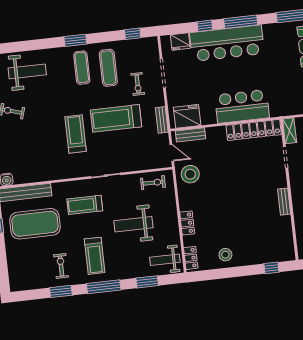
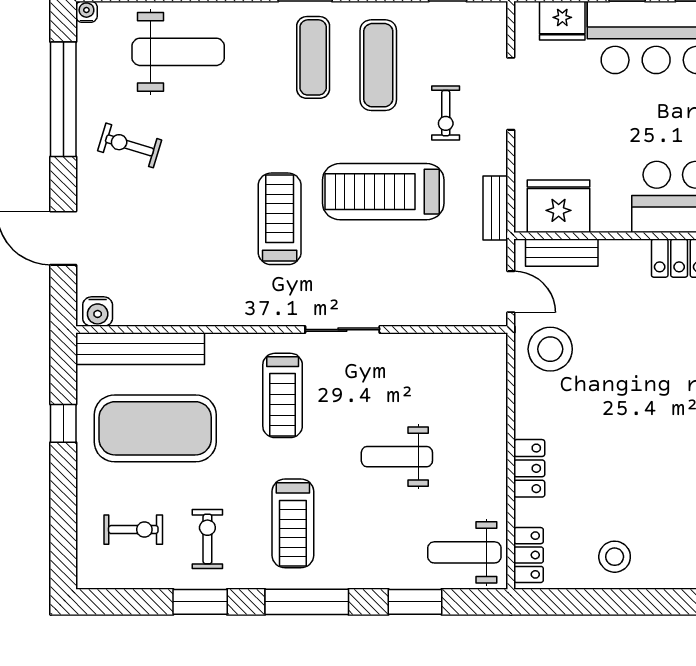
exercise bike: (153, 183) -> (133, 530), moved
treadmill: (85, 205) -> (283, 395), turned -90
weight bench: (133, 224) -> (397, 457), width x0.73, depth x0.75

